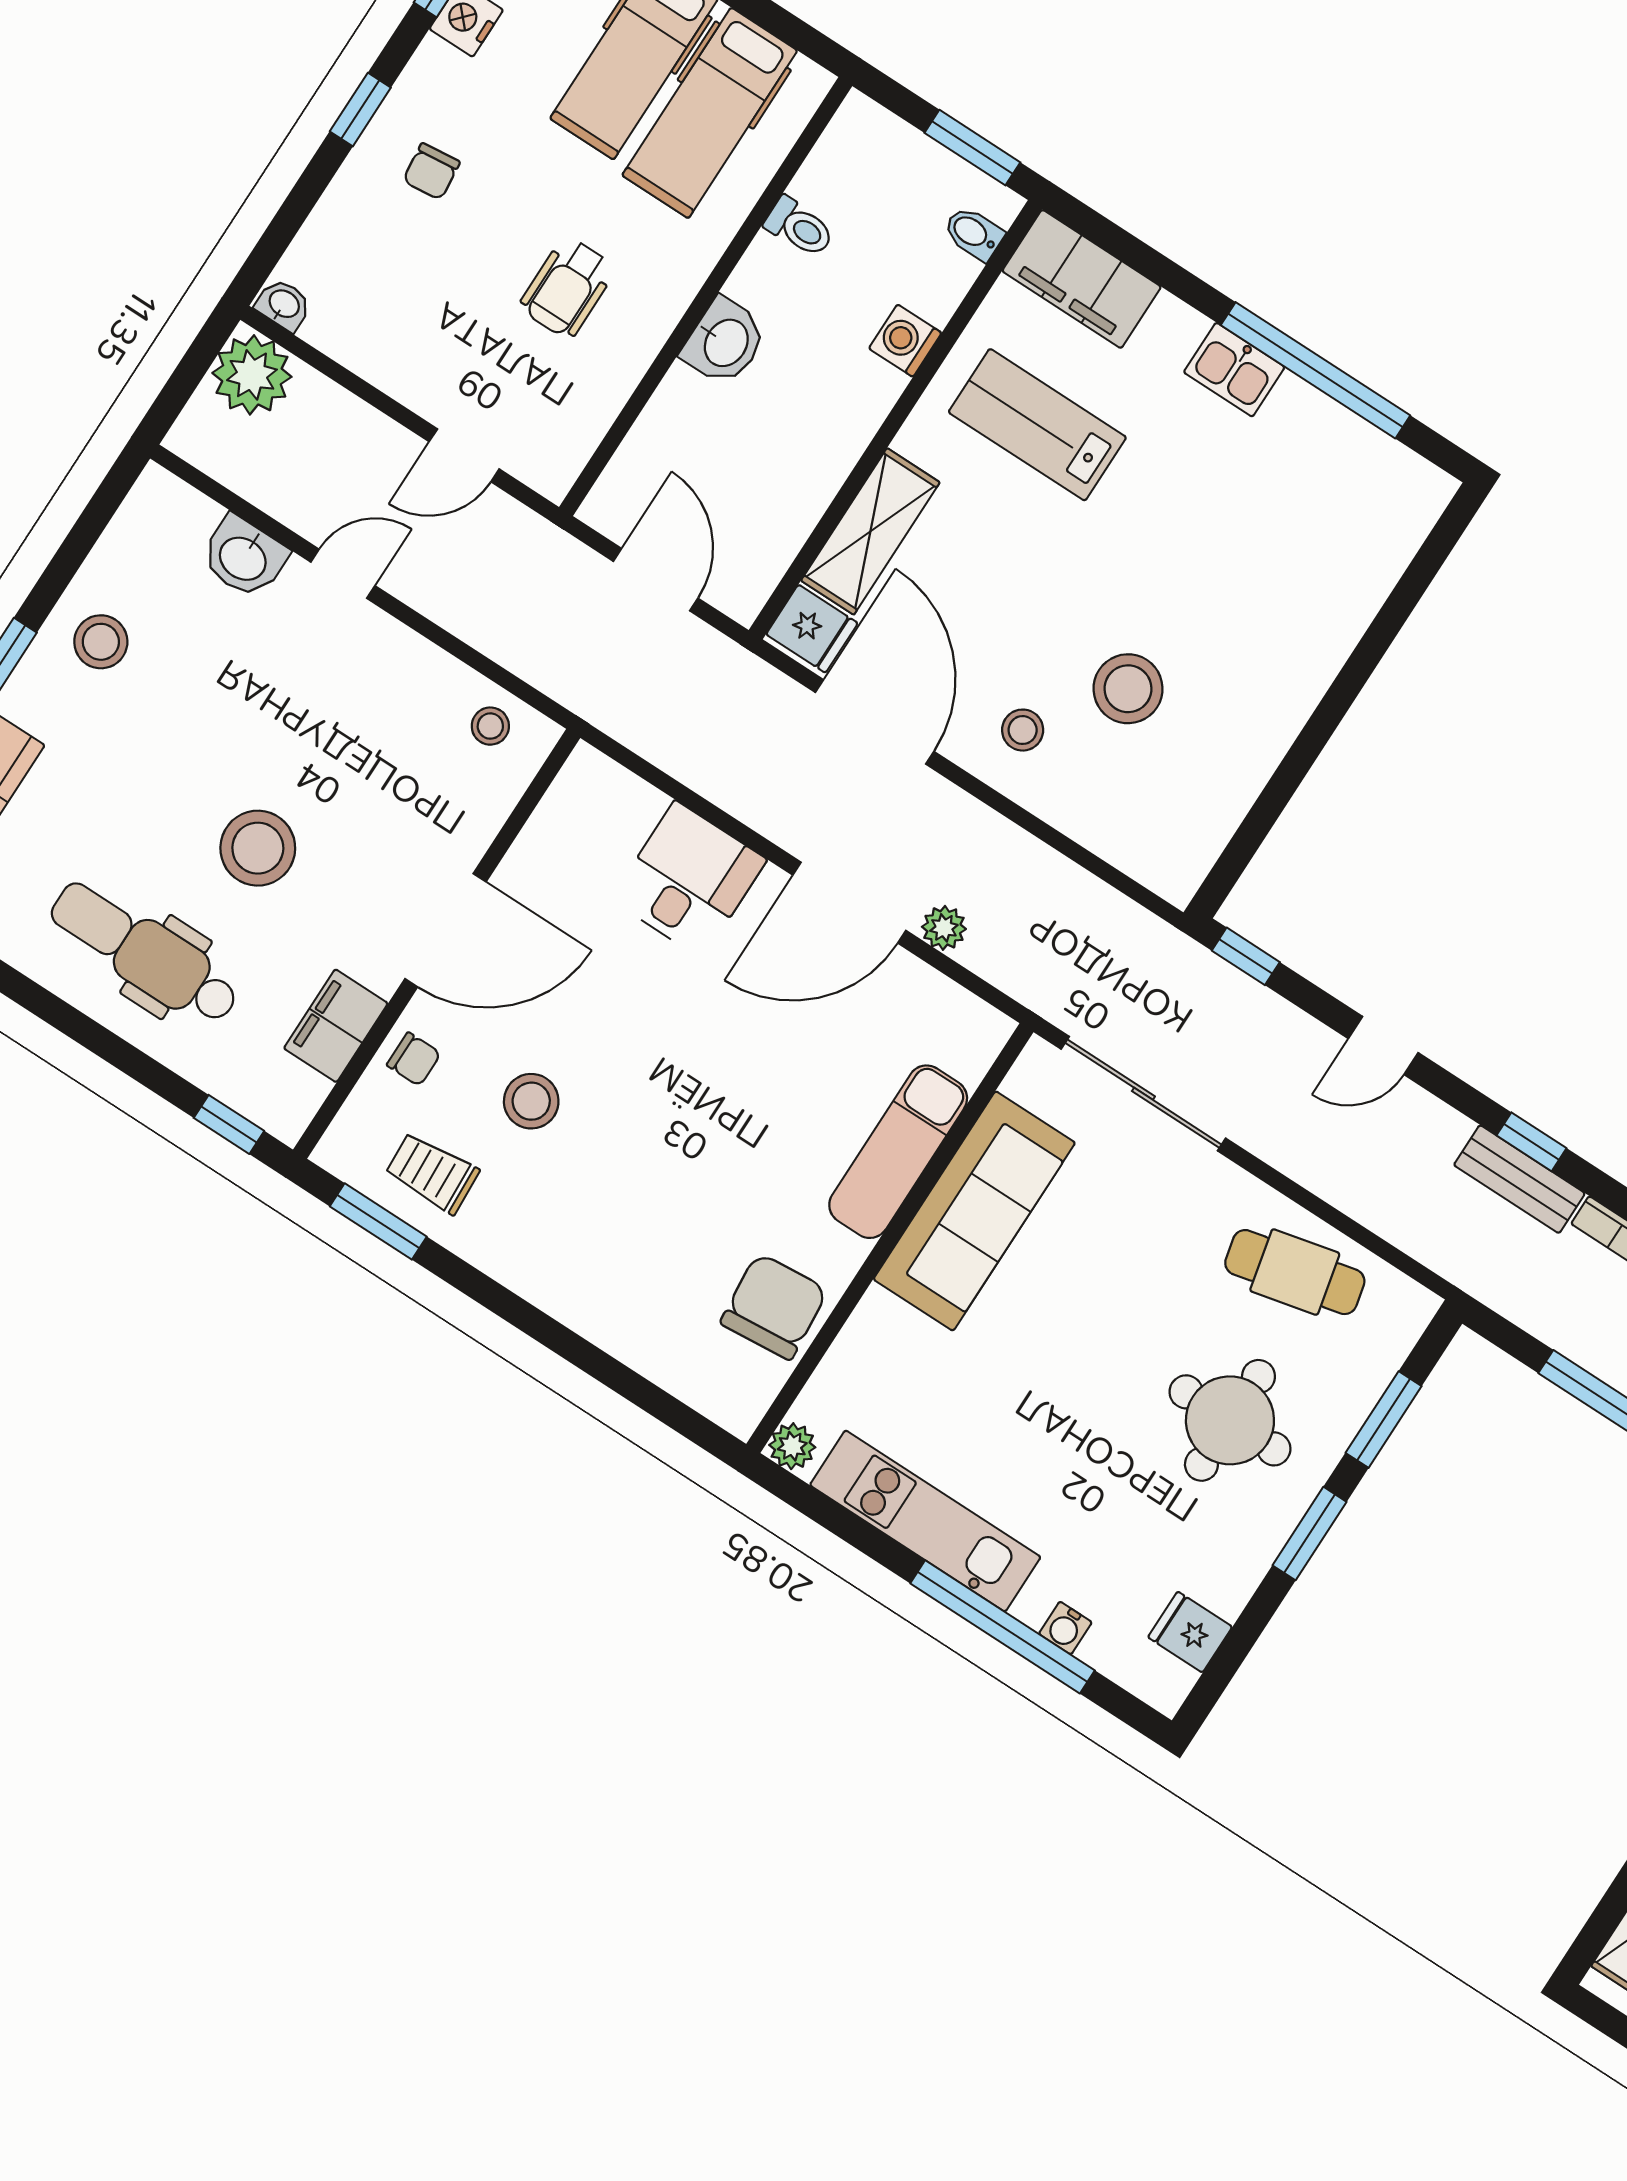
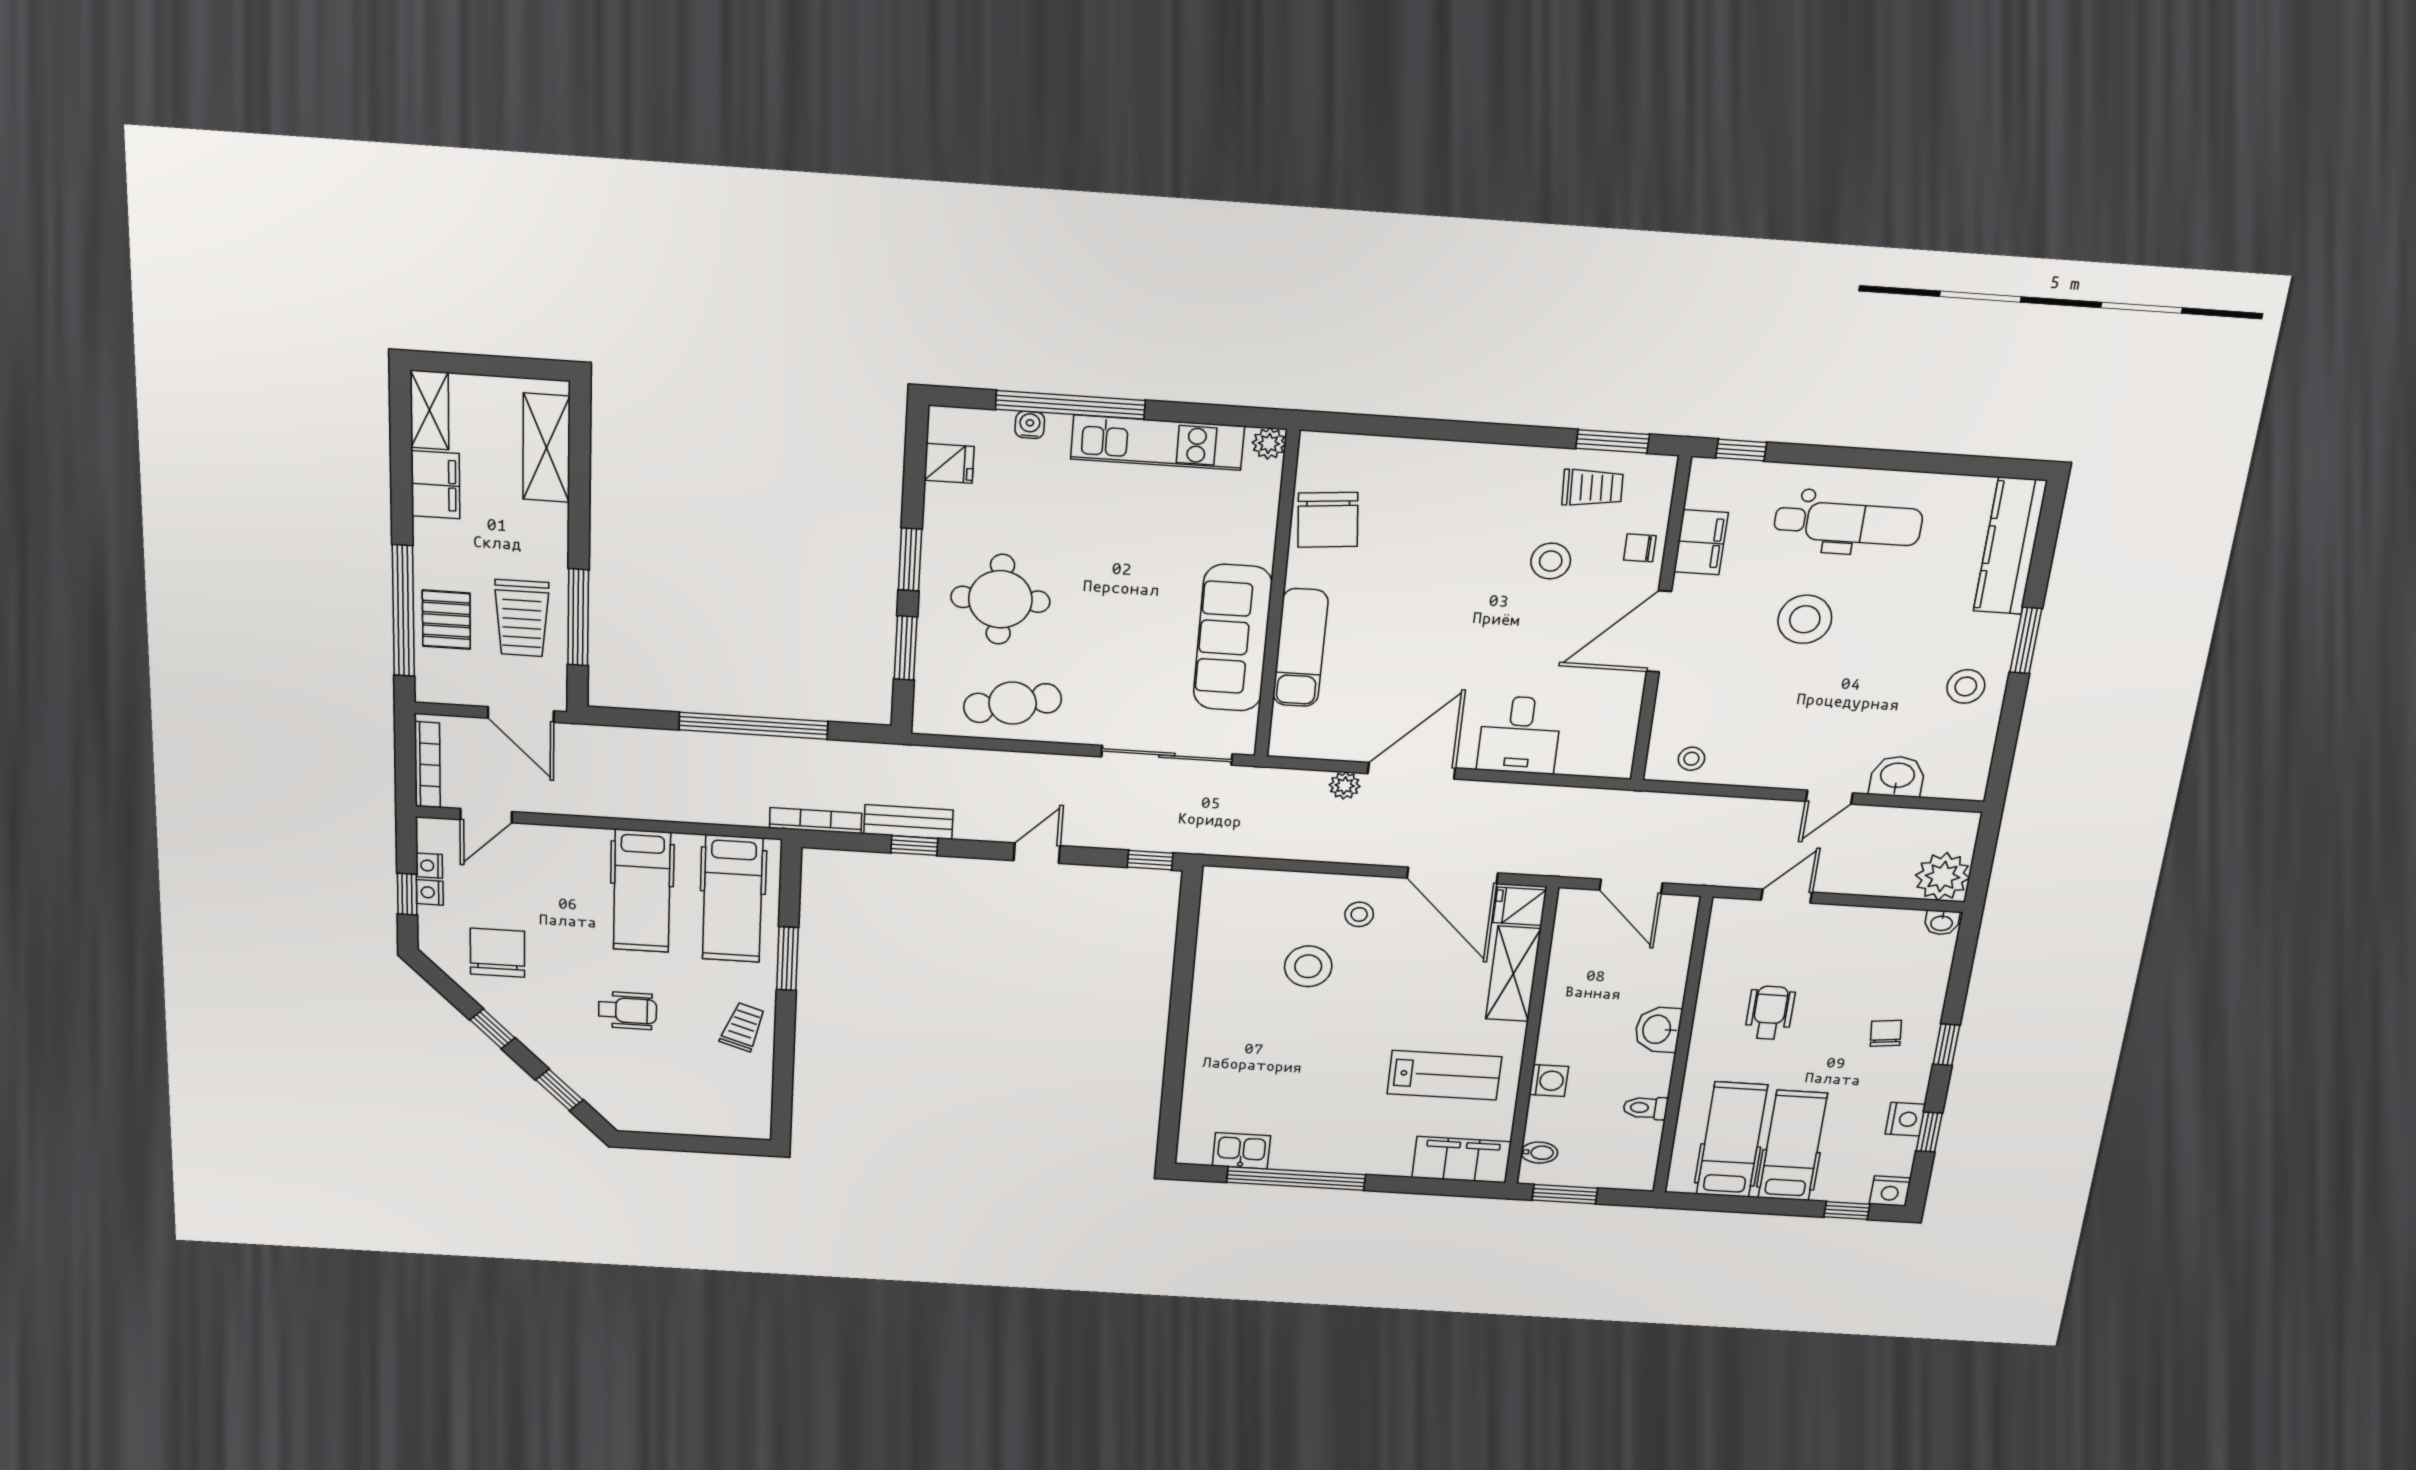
kitchen sink: (1234, 370) -> (1241, 1151), moved

